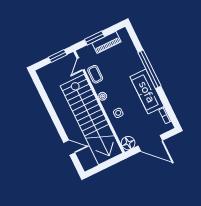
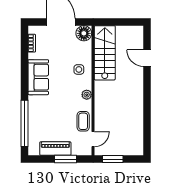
window: (149, 69) -> (24, 123), moved
sofa: (147, 92) -> (38, 77), width x0.73
stairs: (91, 119) -> (105, 53), width x0.54, depth x0.66

